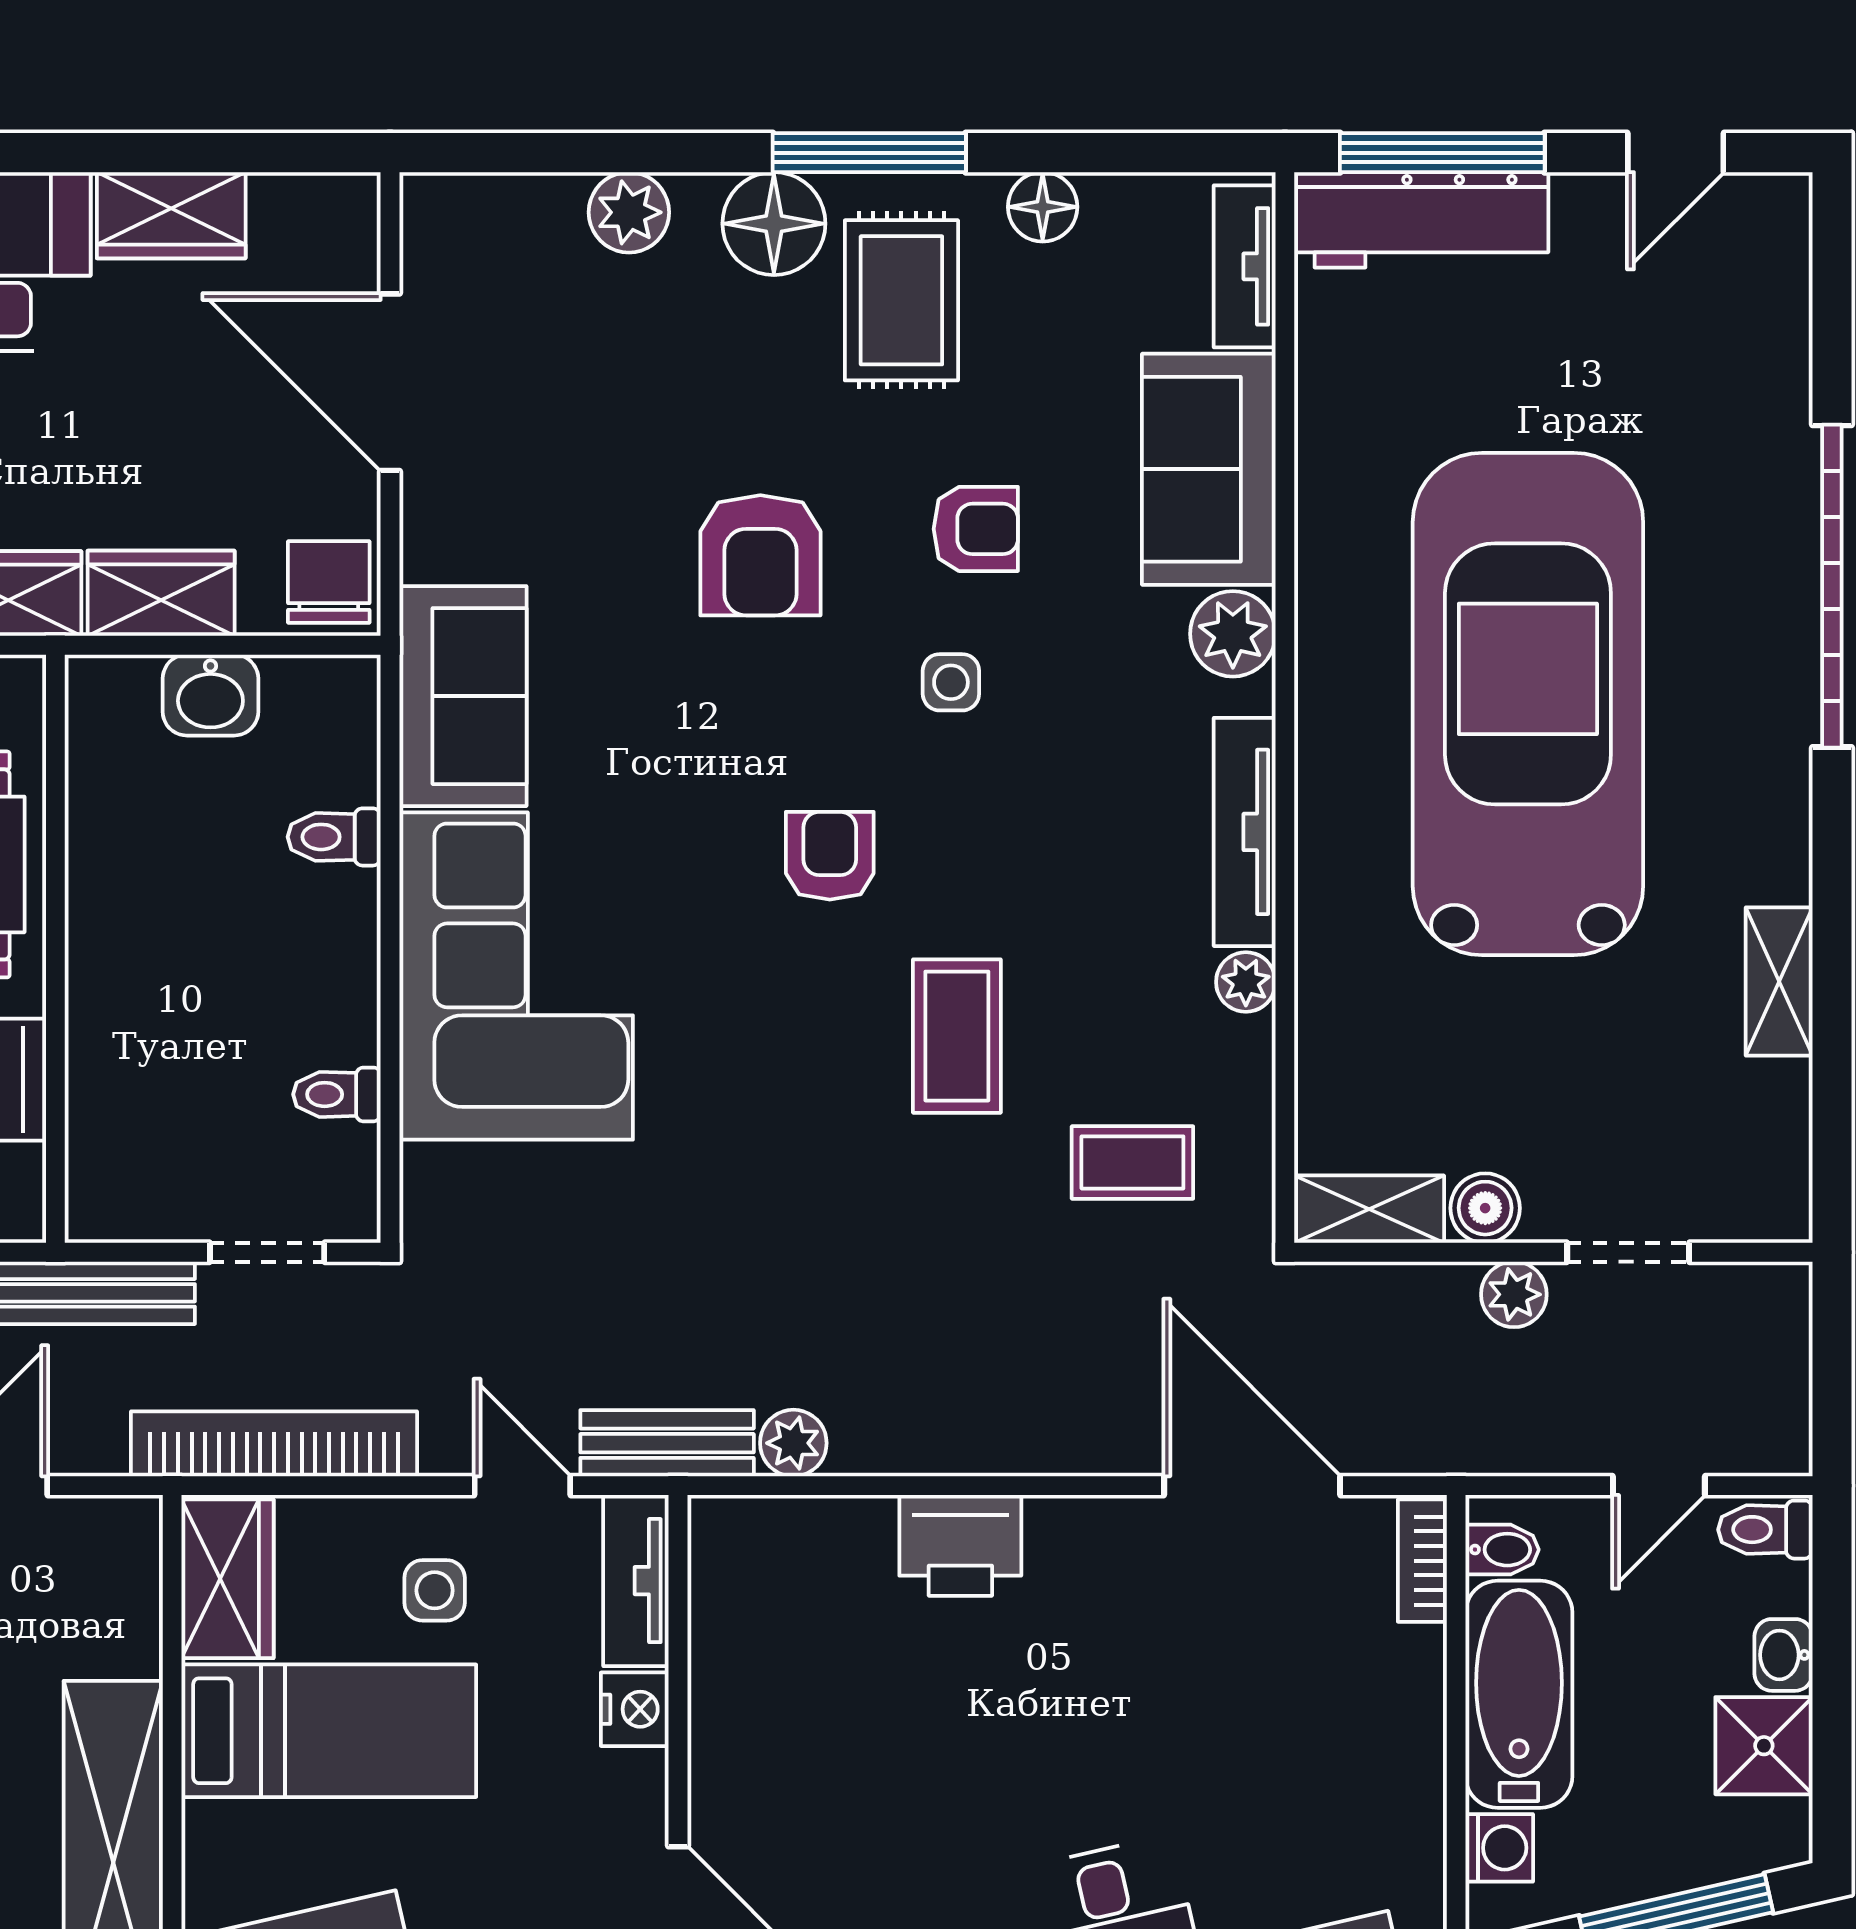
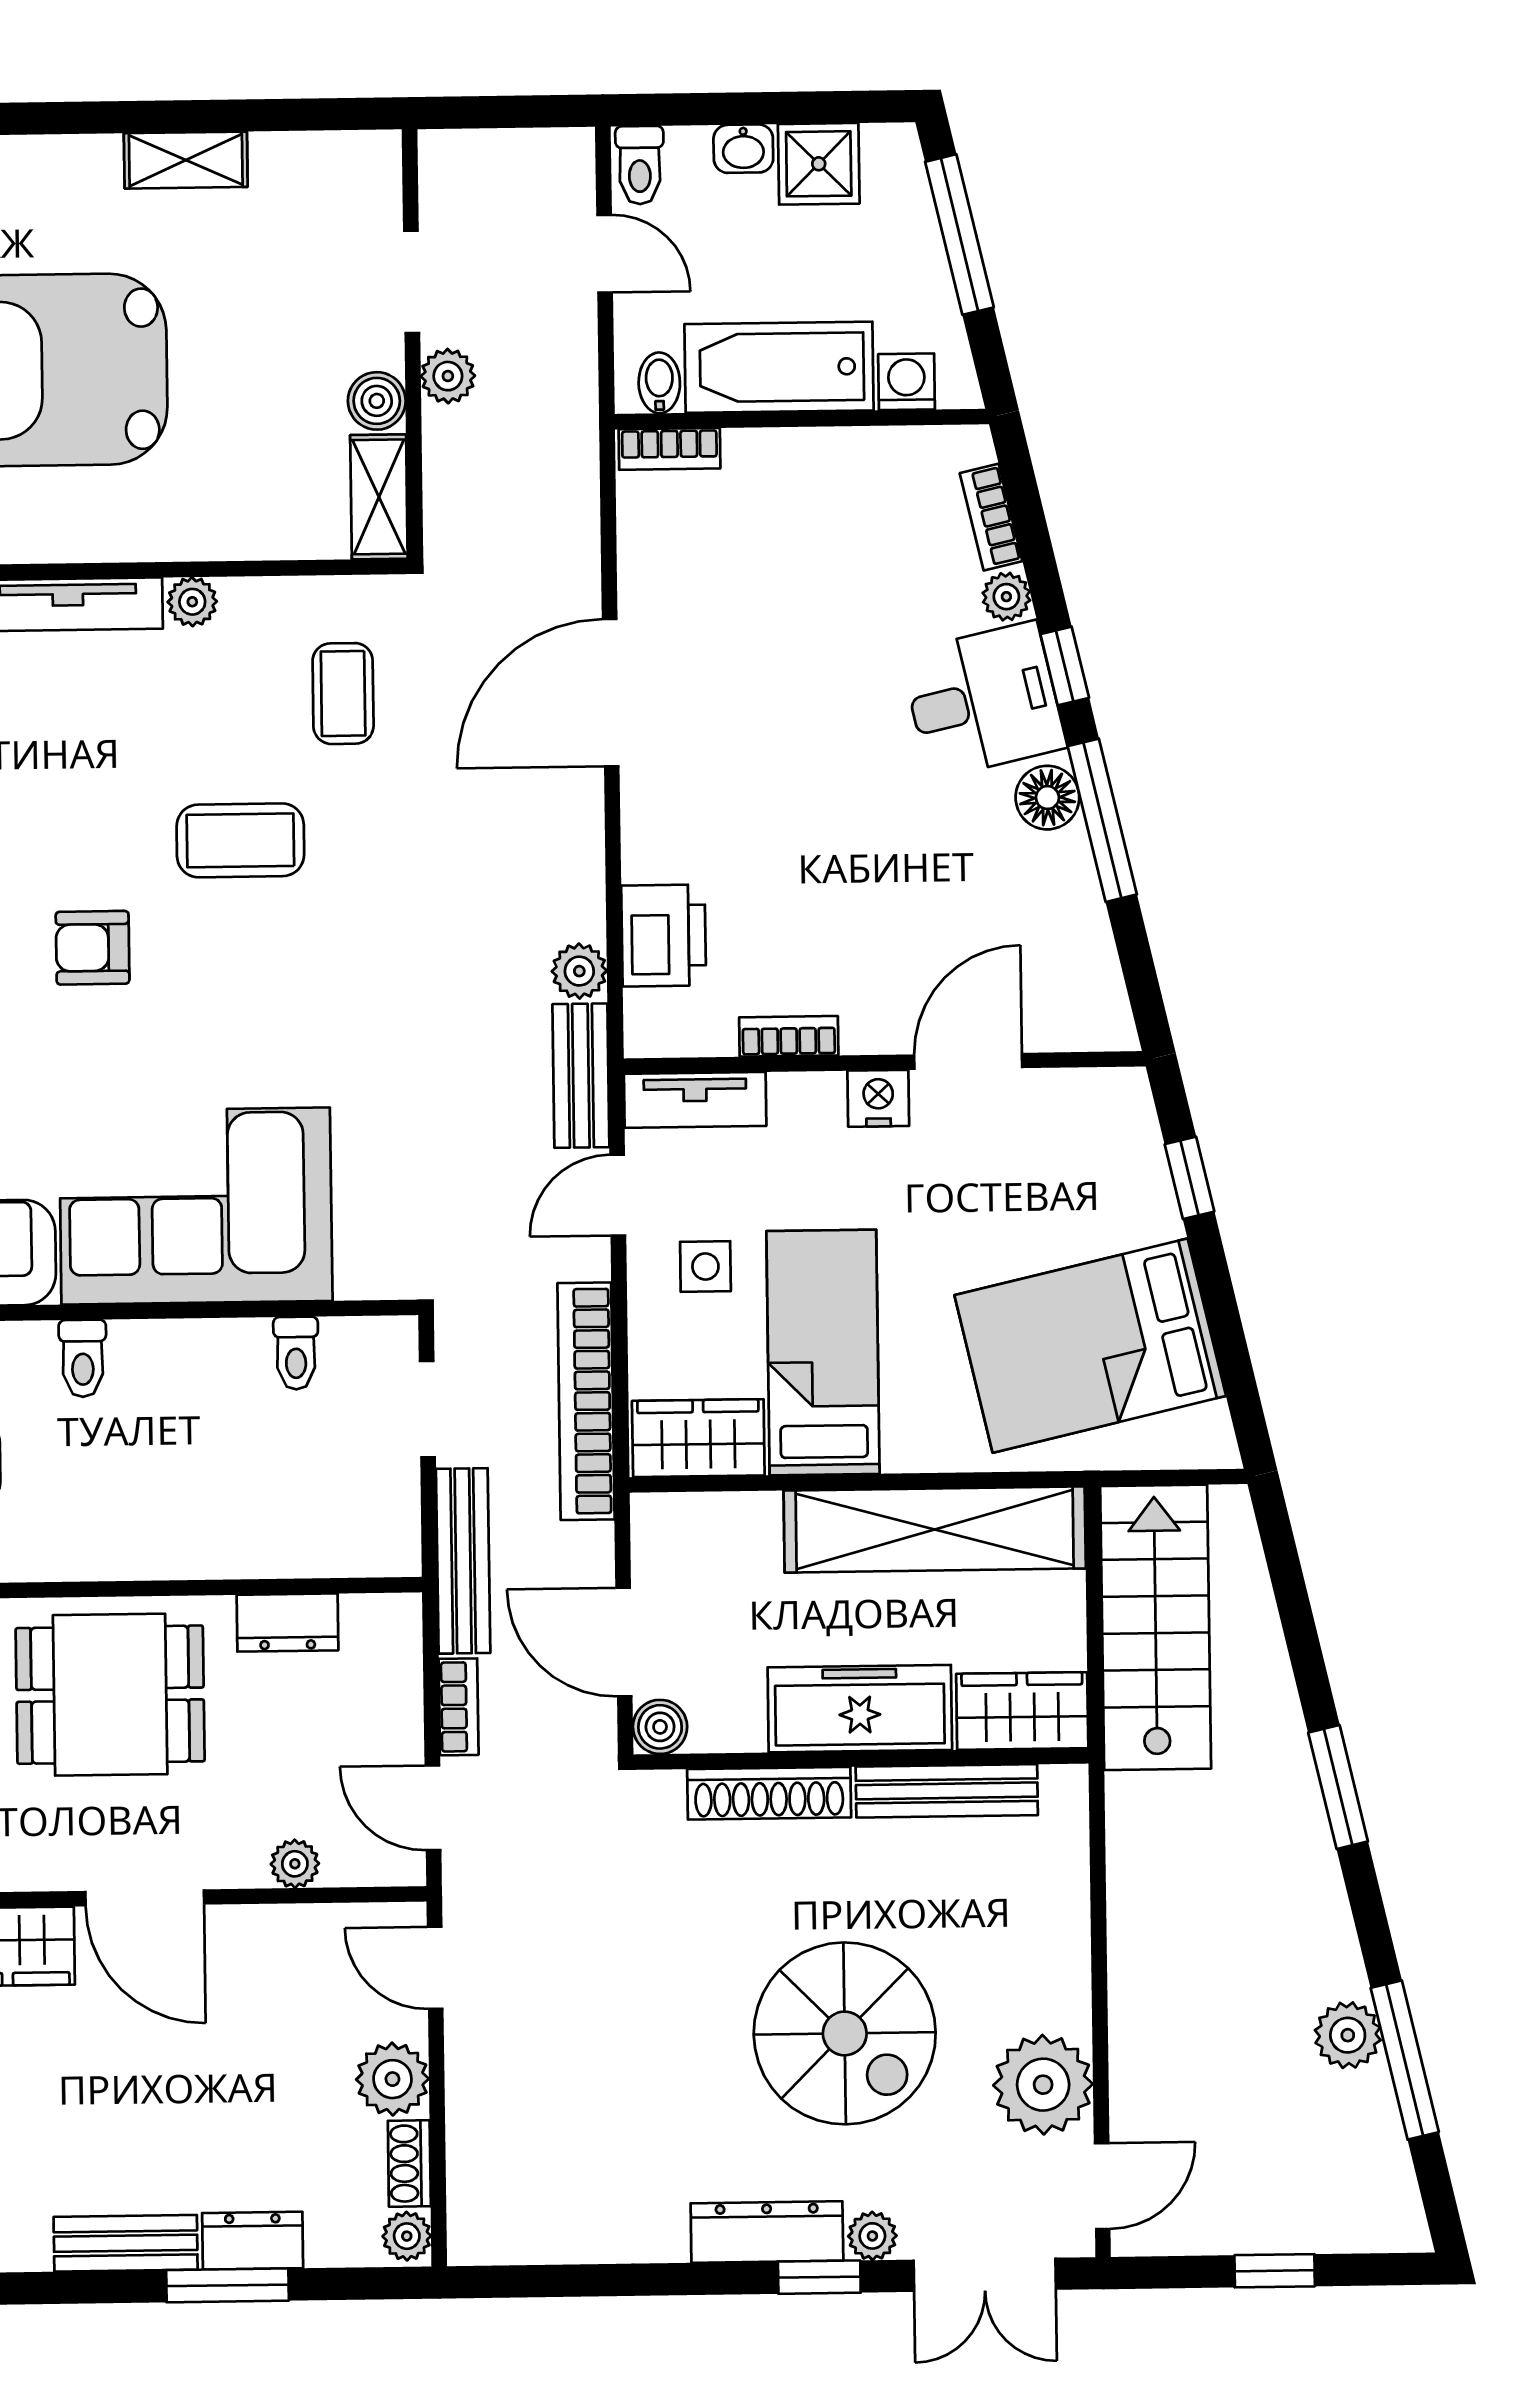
door: (1252, 1486) -> (611, 693), moved
printer: (960, 1545) -> (664, 935), moved
bookcase: (711, 1695) -> (789, 1036), added
nightstand: (635, 1709) -> (878, 1098), moved

